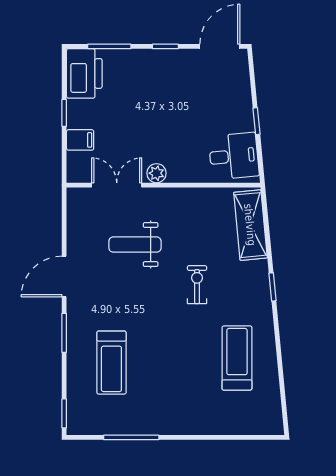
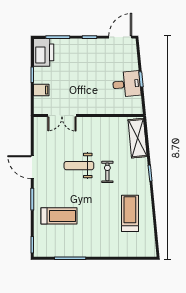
desk: (234, 156) -> (127, 84), moved
plant: (156, 173) -> (84, 109), removed
double door: (117, 185) -> (62, 116), swing flipped
weight bench: (135, 245) -> (79, 166), moved
door: (64, 276) -> (32, 167), hinge flipped
treadmill: (111, 363) -> (59, 216), turned -90

